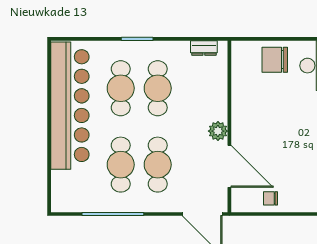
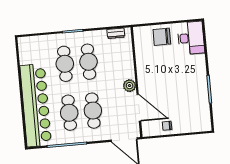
bar counter: (70, 106) -> (36, 105), moved

